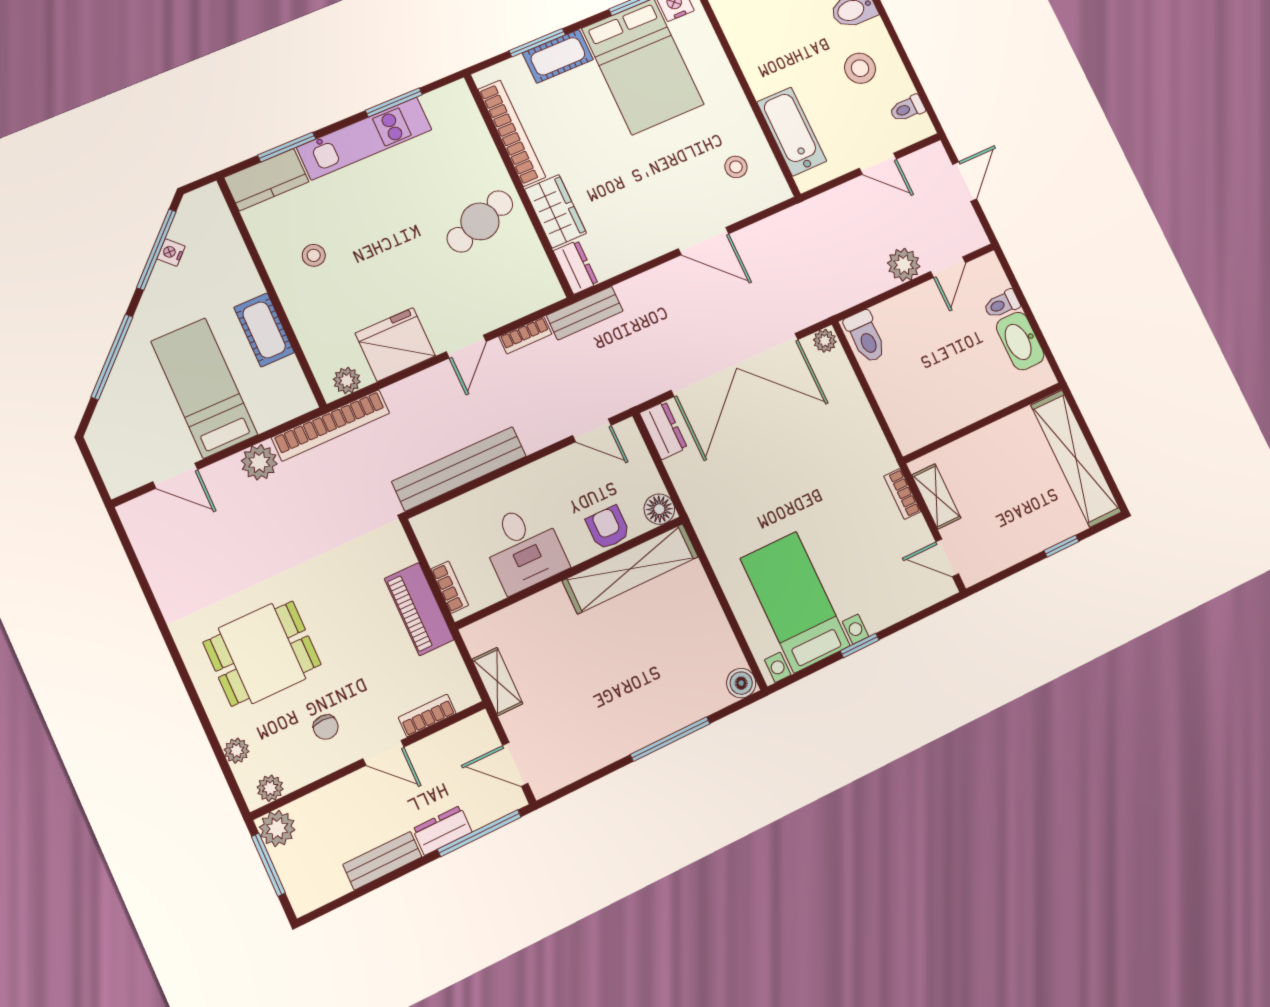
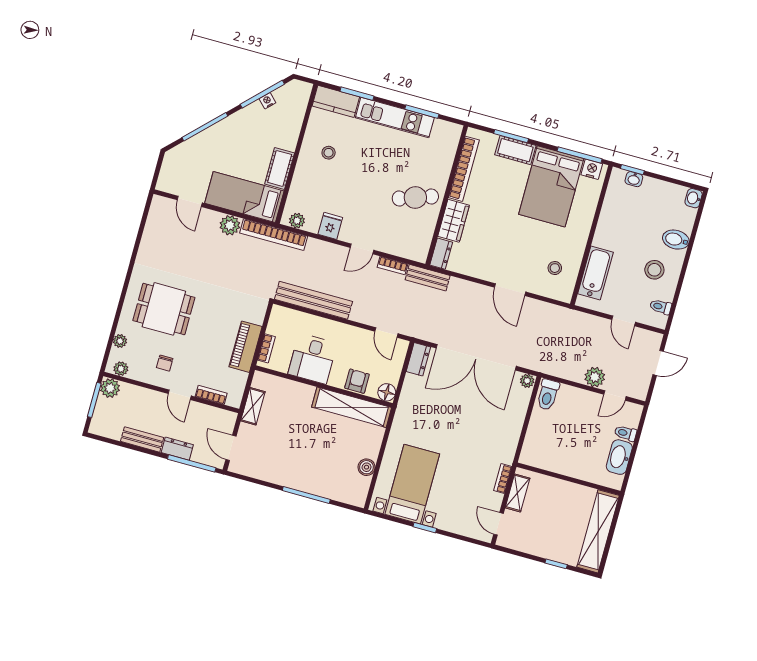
fridge: (395, 345) -> (330, 226), width x0.53, depth x0.75
bed: (204, 388) -> (244, 197), moved, turned -90
boiler: (741, 683) -> (367, 467), moved

